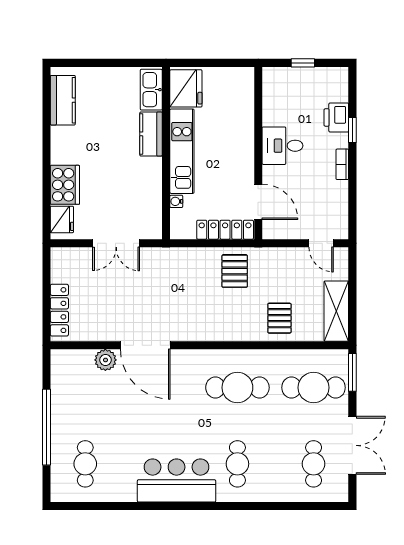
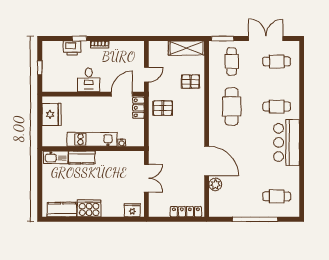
fridge: (186, 88) -> (52, 114), moved, turned 90
cooker: (65, 185) -> (89, 208), moved
locker: (225, 230) -> (138, 108), width x0.66
door: (321, 243) -> (146, 75), moved
door: (145, 345) -> (207, 161), hinge flipped
cafe table: (314, 388) -> (232, 61), width x0.73, depth x0.74

